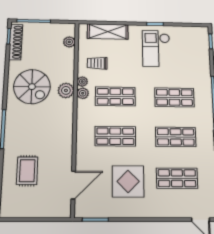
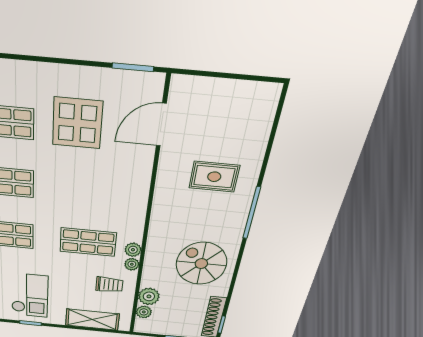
plant: (66, 90) -> (149, 296), moved
shop shelf: (115, 136) -> (92, 190), removed
rug: (27, 171) -> (214, 177), moved, turned 90

